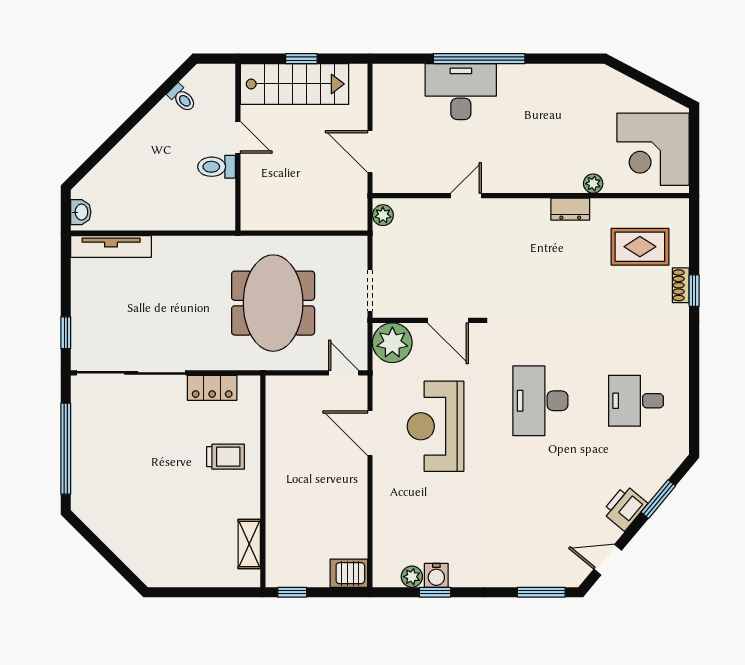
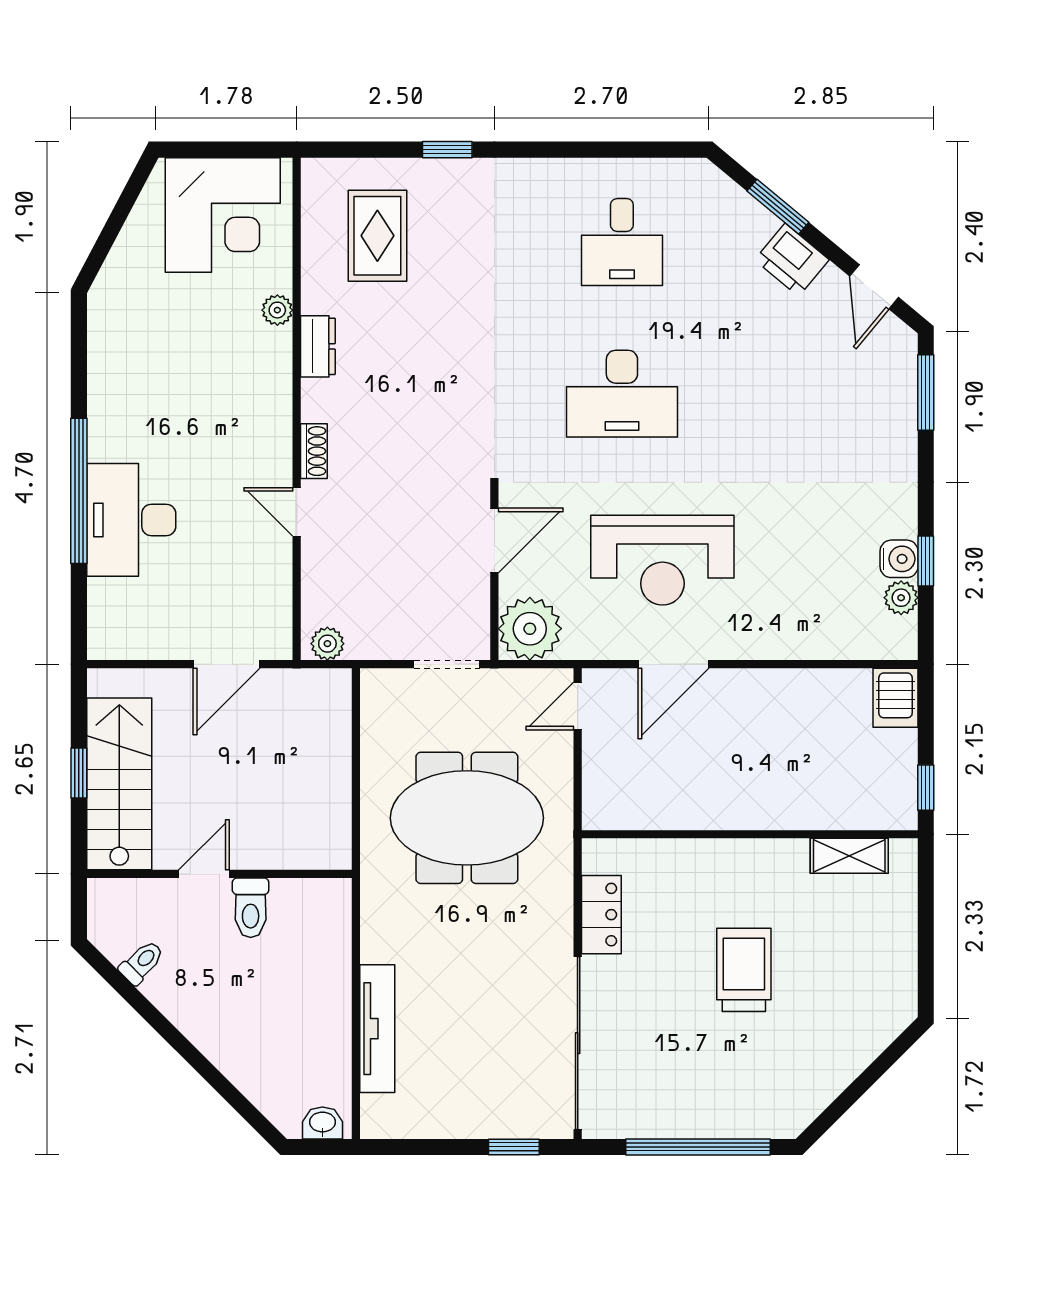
tv unit: (111, 247) -> (377, 1029), moved
shoe rack: (681, 285) -> (314, 451), moved, turned -90
trolley: (226, 457) -> (744, 970), moved, width x1.36, depth x1.39

